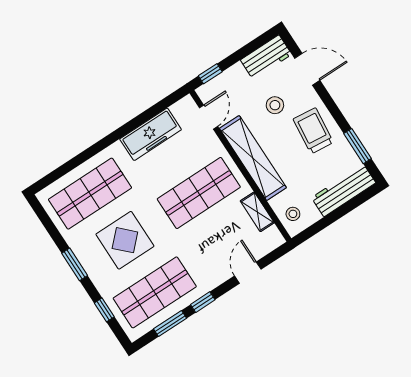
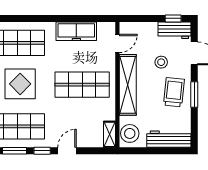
window: (210, 74) -> (173, 18), moved
window: (358, 146) -> (194, 94), moved
shelving: (257, 212) -> (109, 134), moved
stool: (293, 214) -> (130, 133), width x1.89, depth x1.89
door: (248, 273) -> (67, 151), moved

